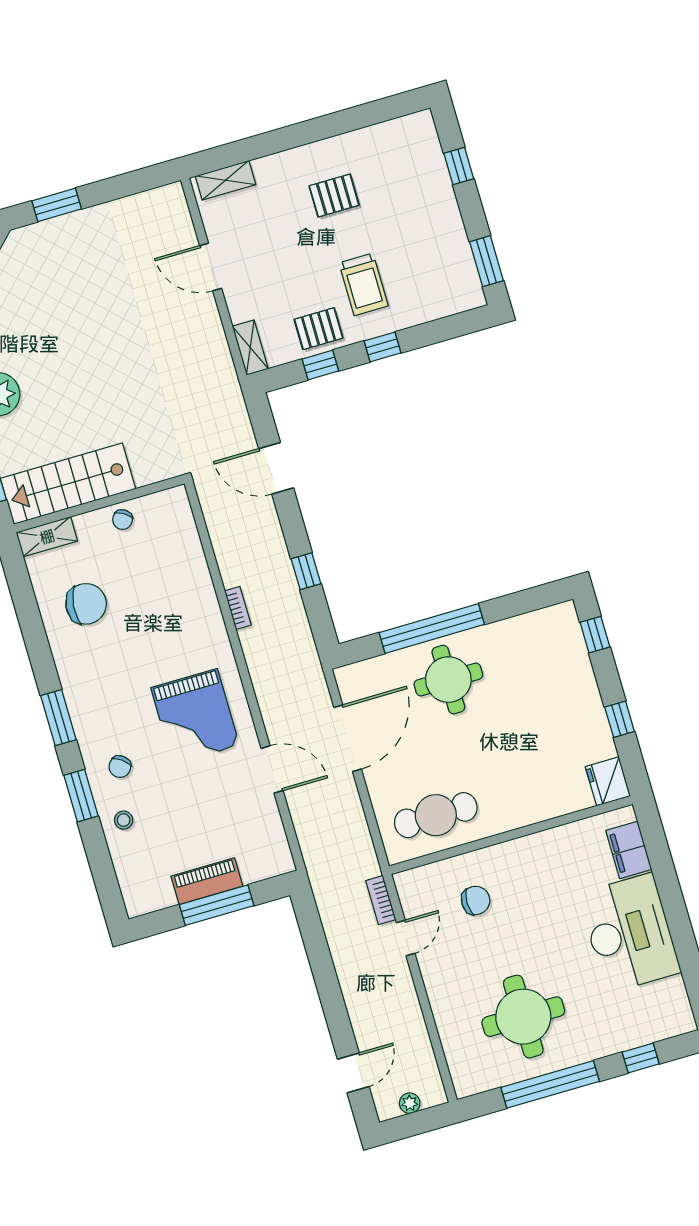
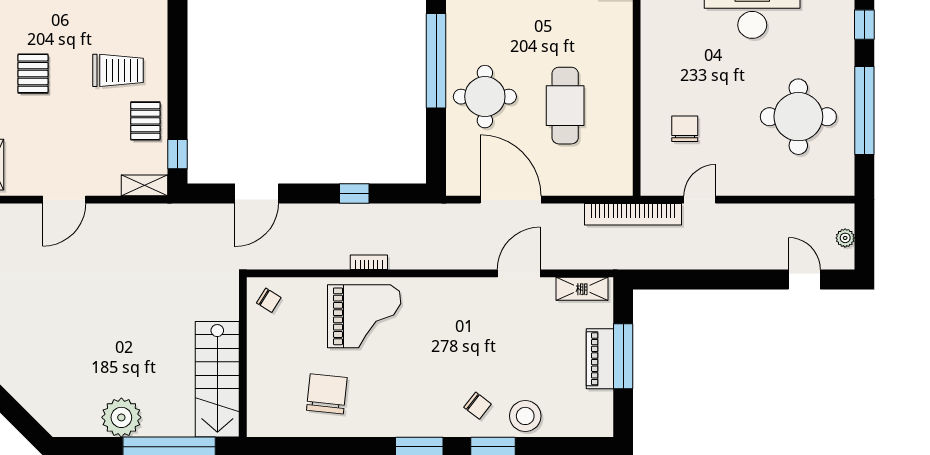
window: (383, 347) -> (178, 70), removed
window: (320, 365) -> (178, 154), moved
chair: (123, 520) -> (269, 300), moved
shelving: (47, 537) -> (582, 289), moved, turned 90
window: (432, 628) -> (436, 61), moved
grand piano: (195, 717) -> (364, 316), moved
cafe table: (436, 815) -> (565, 106), moved
stool: (124, 820) -> (525, 416), width x1.89, depth x1.89
bookcase: (381, 900) -> (633, 214), width x2.31, depth x1.31
door: (406, 938) -> (700, 200), hinge flipped

